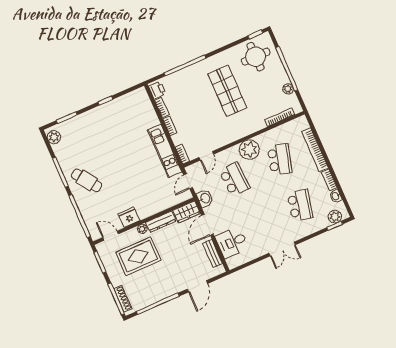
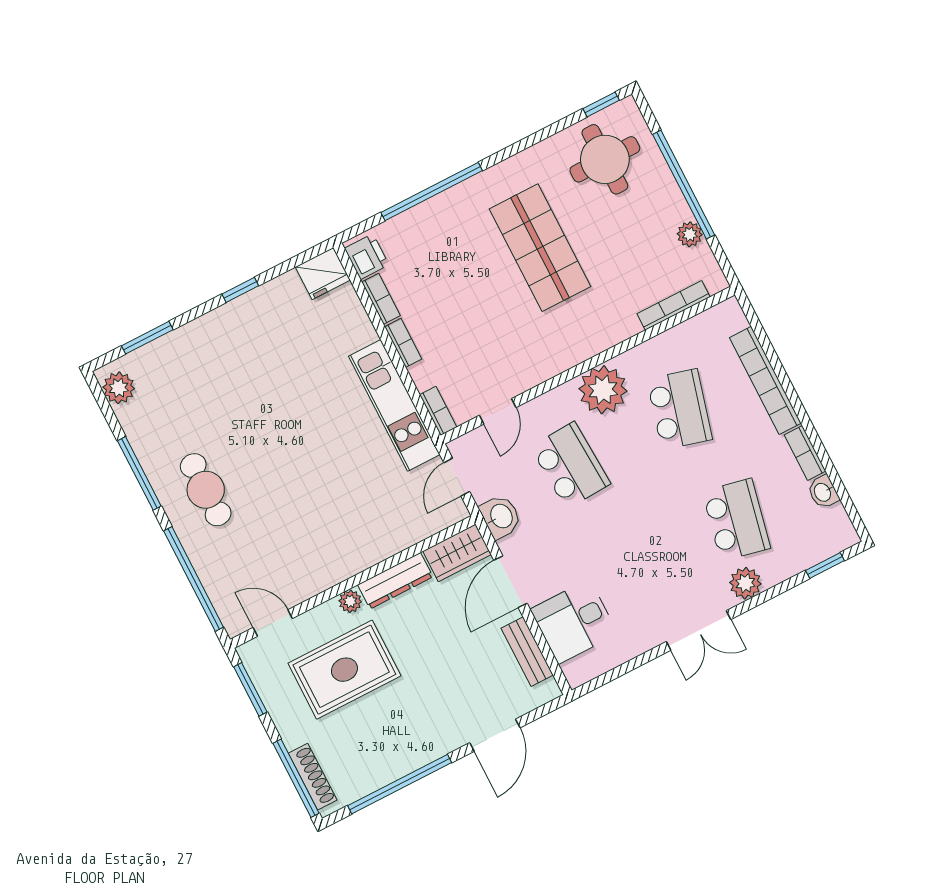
cafe table: (87, 180) -> (206, 490), turned 35
fridge: (129, 217) -> (323, 273), moved, turned 180
plant: (335, 217) -> (745, 583), moved

